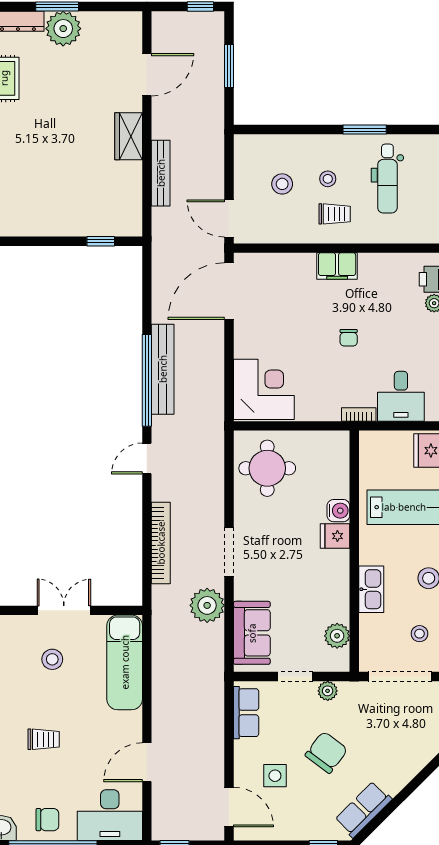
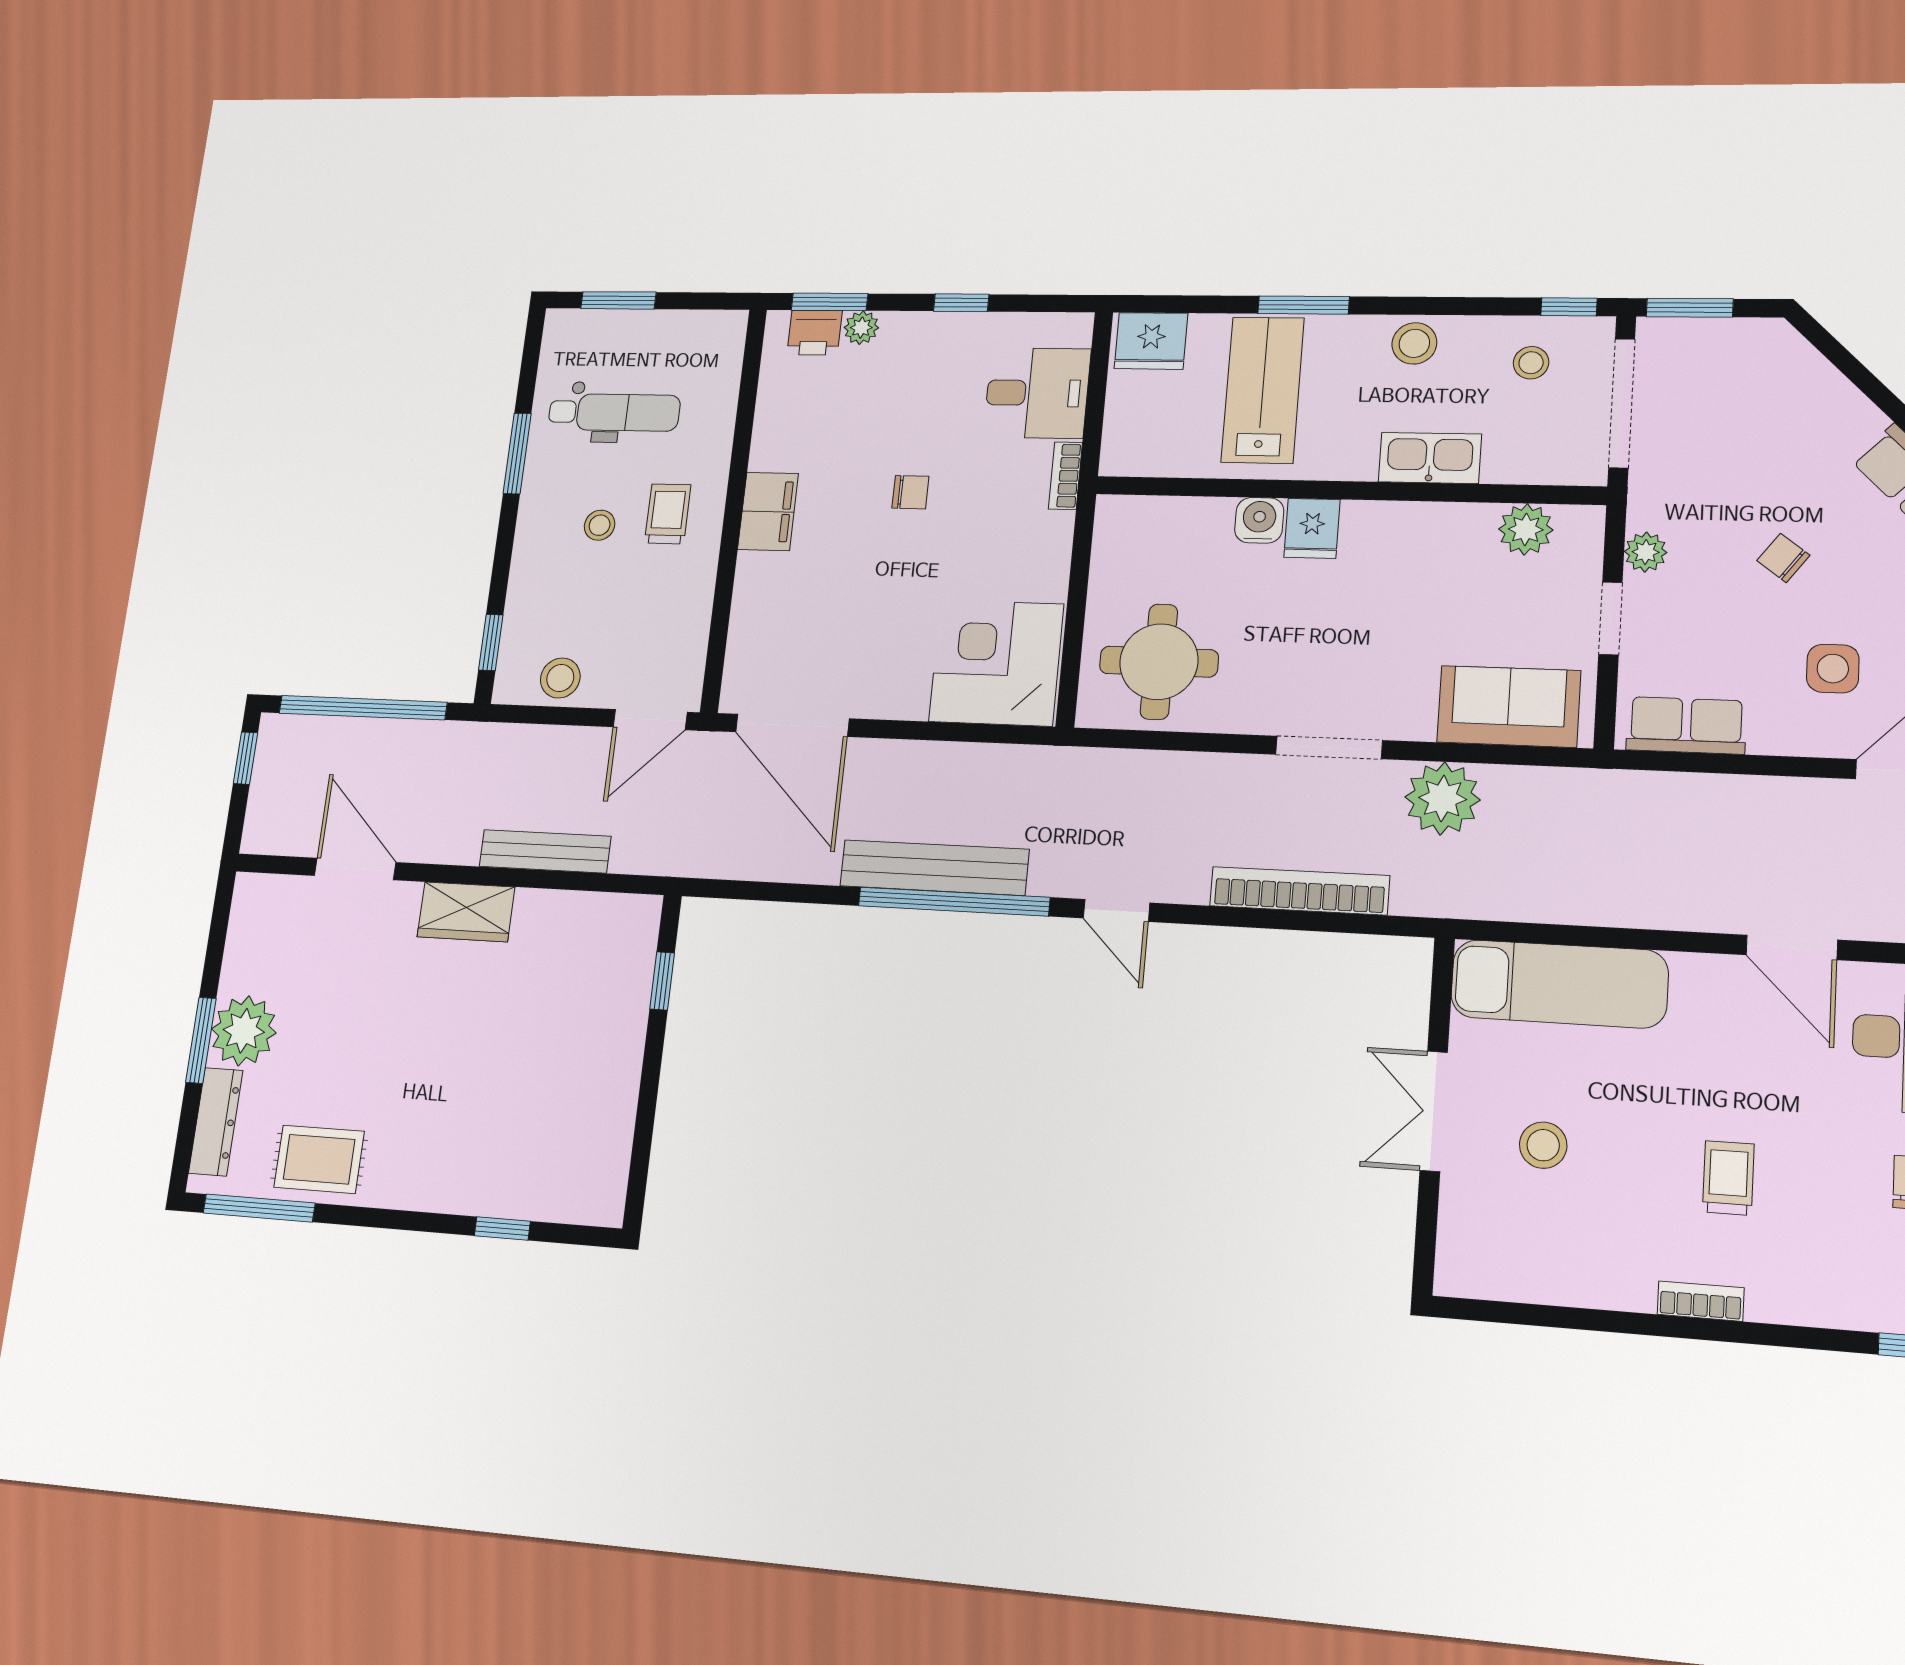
window: (229, 66) -> (363, 708), width x2.11
window: (265, 130) -> (491, 642), added
stool: (282, 184) -> (560, 678), moved
chair: (326, 752) -> (1783, 558), width x0.54, depth x0.54

